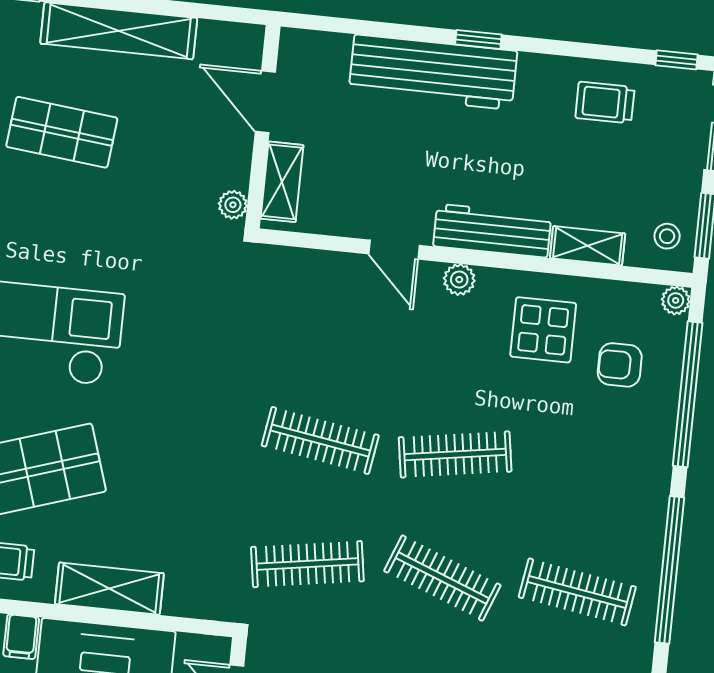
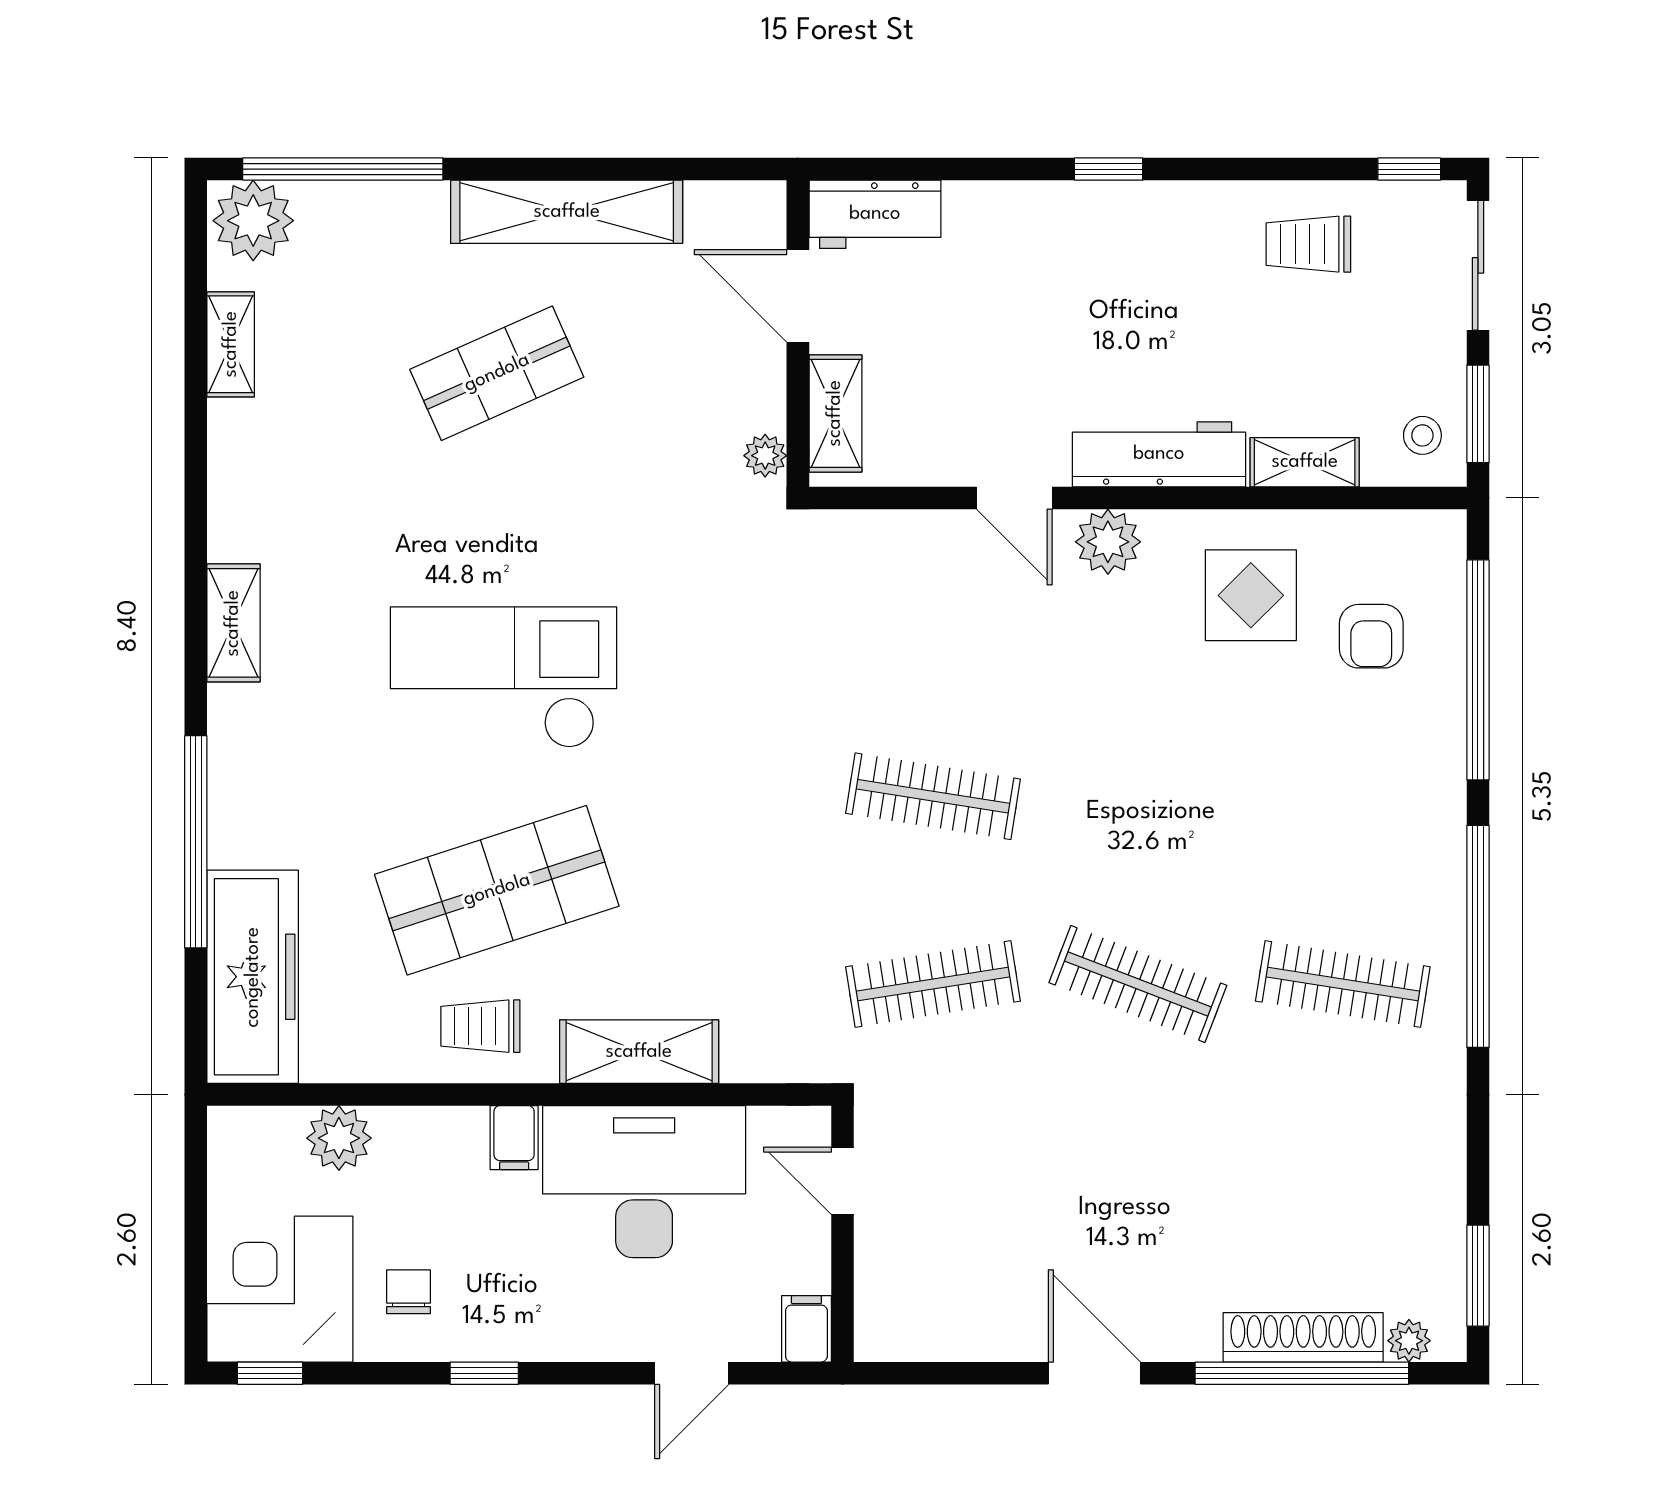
workbench: (433, 72) -> (875, 214), moved, width x0.53, depth x0.76
shop shelf: (62, 132) -> (497, 373), turned -30
plant: (459, 280) -> (1108, 542), width x1.38, depth x1.38
plant: (676, 300) -> (1445, 531), removed
armchair: (620, 365) -> (1371, 636), turned -90
clothes rail: (455, 454) -> (1138, 796), removed

